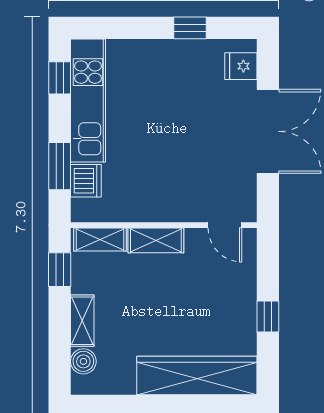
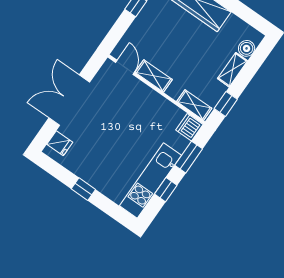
window: (190, 28) -> (83, 189), moved
window: (60, 78) -> (166, 190), moved
dishwasher: (86, 181) -> (189, 127), moved
shelving: (156, 240) -> (154, 76), moved

